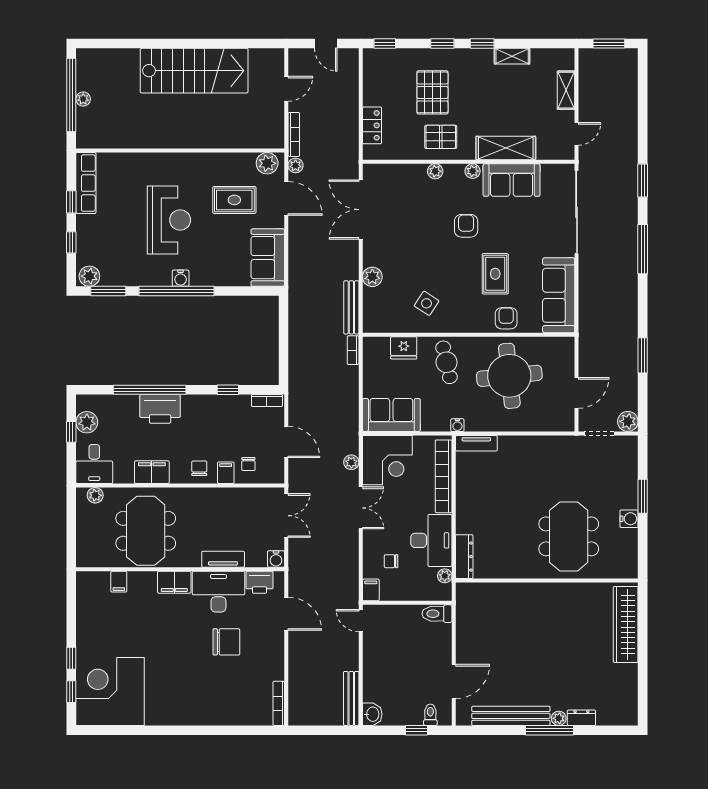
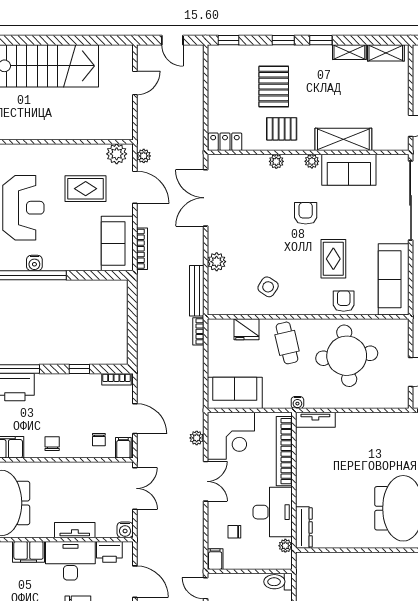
shelving: (566, 90) -> (386, 53), moved, turned 90
locker: (372, 125) -> (225, 142), moved, turned -90
bookcase: (294, 134) -> (142, 249), moved
filing cabinet: (226, 473) -> (123, 448), moved

